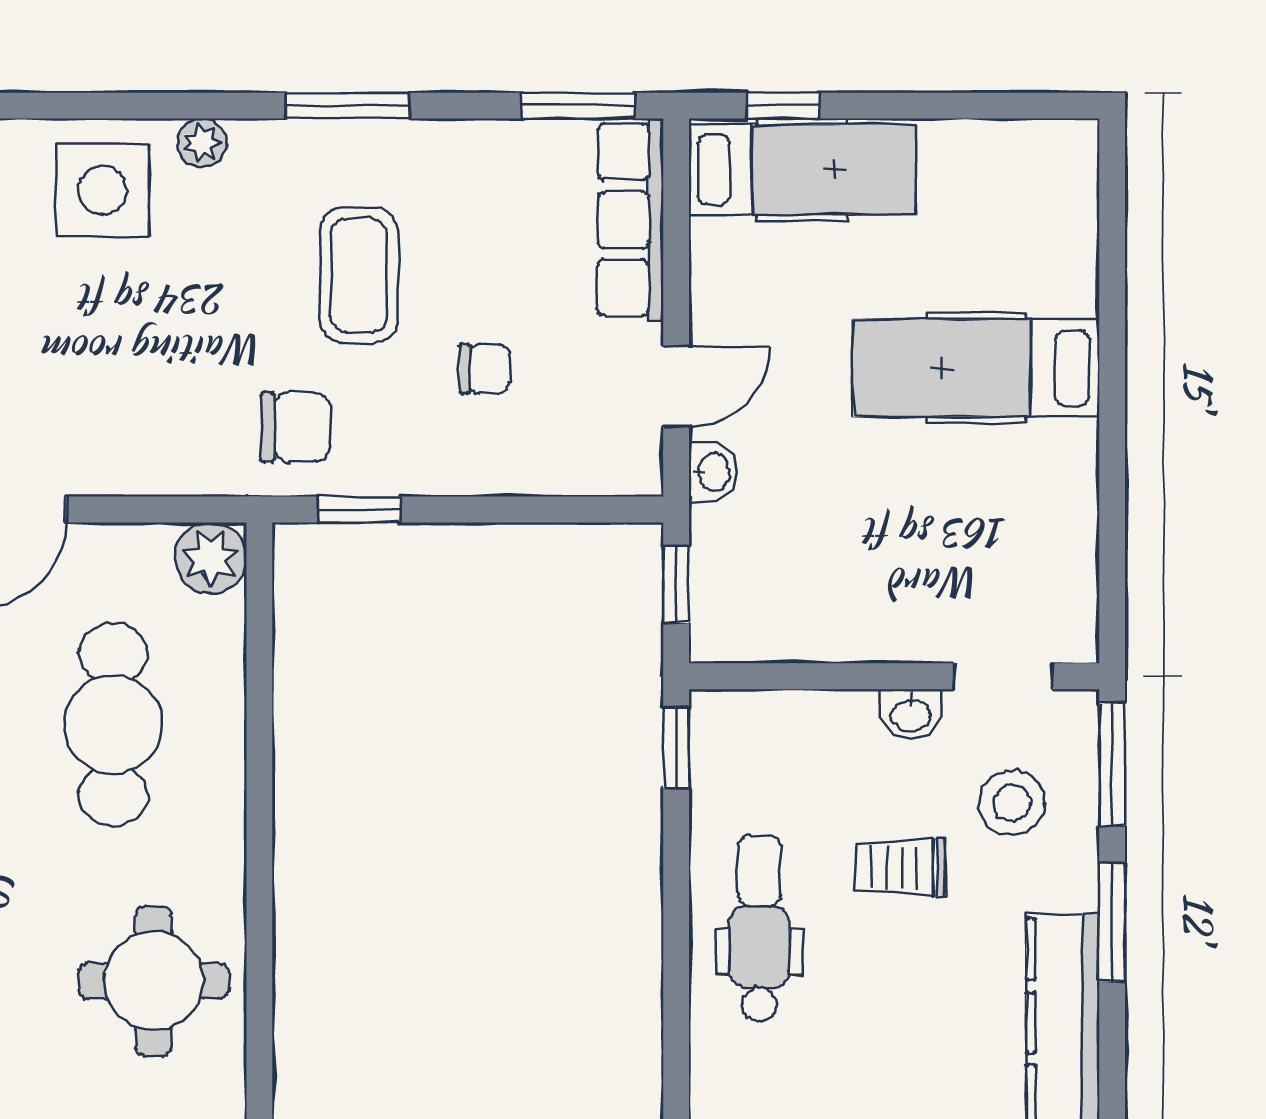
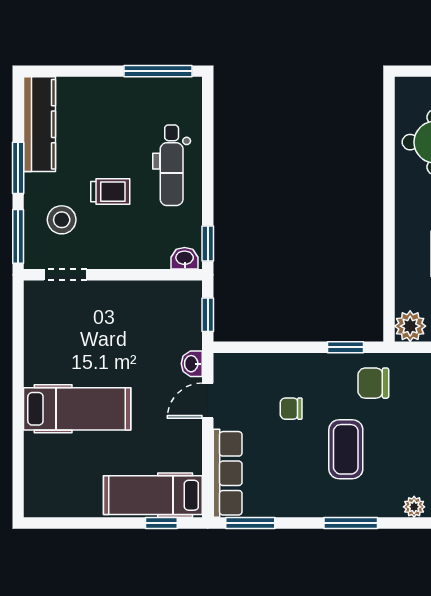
washbasin: (911, 714) -> (185, 258), moved

